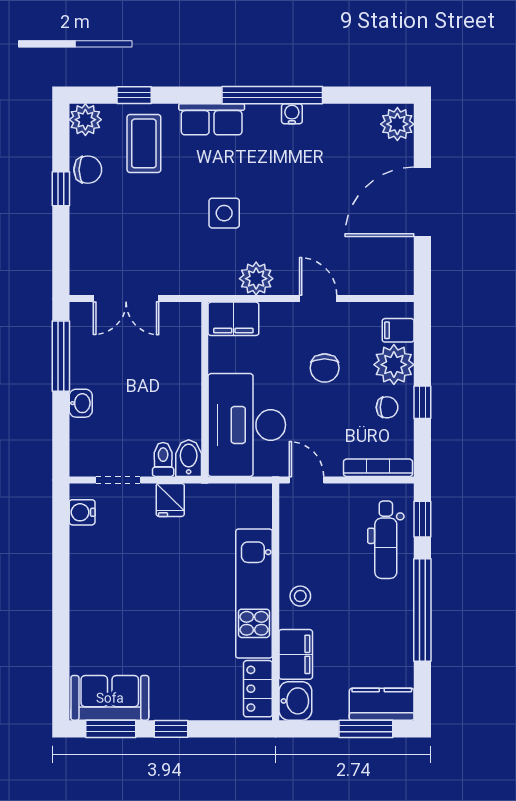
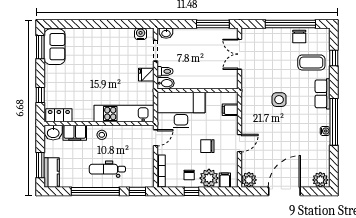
plant: (85, 120) -> (322, 35), removed
window: (61, 189) -> (290, 24), width x3.17
door: (422, 202) -> (284, 191), hinge flipped
plant: (256, 279) -> (249, 180), moved
filing cabinet: (233, 319) -> (230, 110), width x0.50
washbasin: (81, 403) -> (166, 33), moved
dental chair: (386, 540) -> (107, 169), moved
kitchen unit: (254, 594) -> (124, 113), moved
window: (171, 729) -> (40, 95), moved

